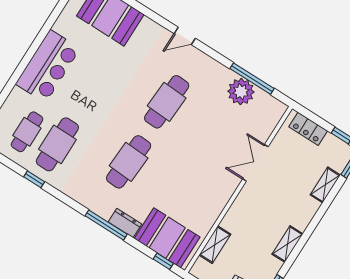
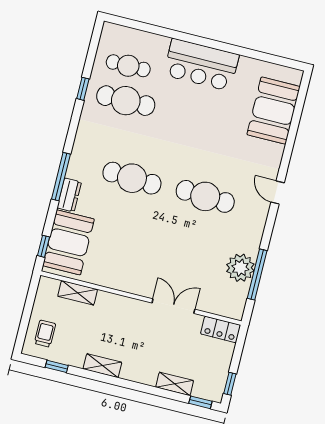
locker: (308, 129) -> (221, 329), moved, turned -90

